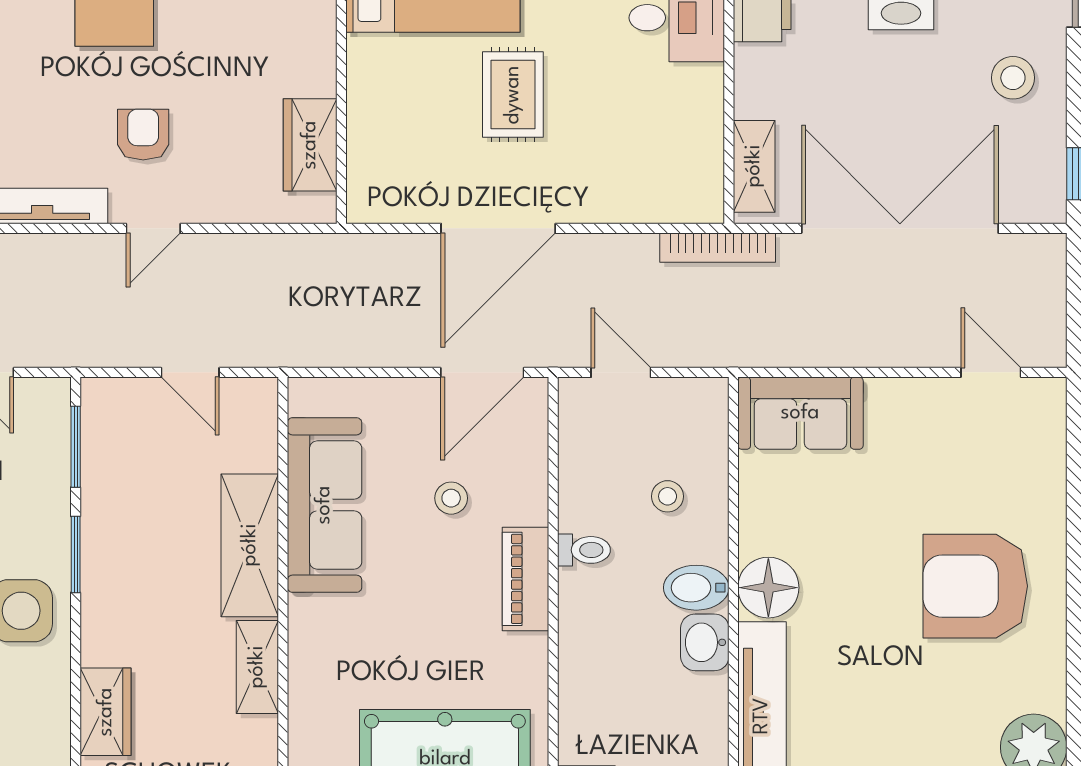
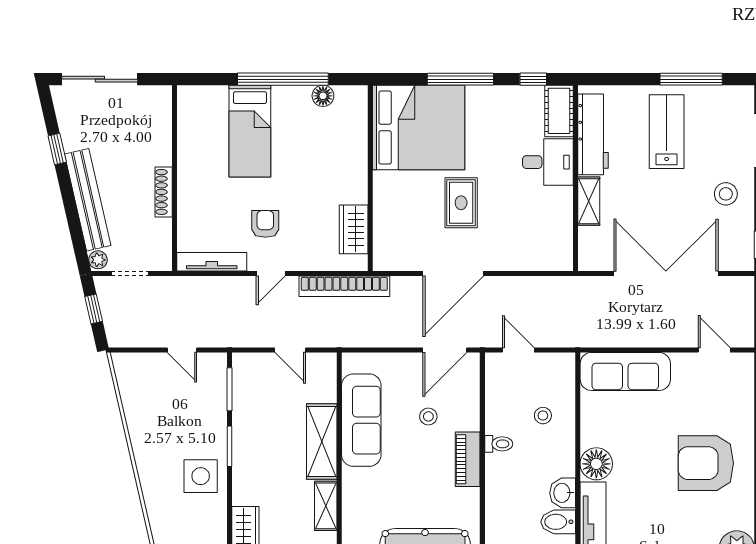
shelving: (754, 166) -> (589, 201), moved
bookcase: (718, 248) -> (344, 286), moved, width x1.48, depth x1.31
sofa: (800, 413) -> (625, 371), width x1.36
bidet: (696, 588) -> (558, 522), moved

